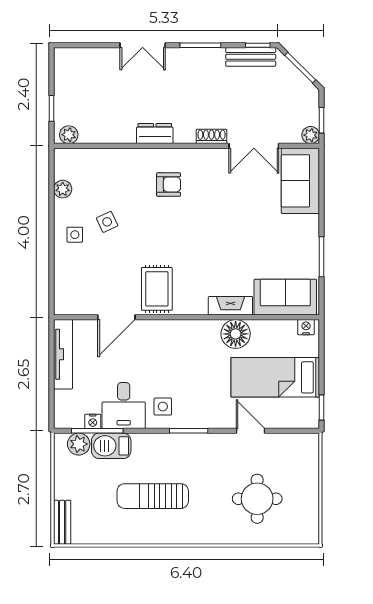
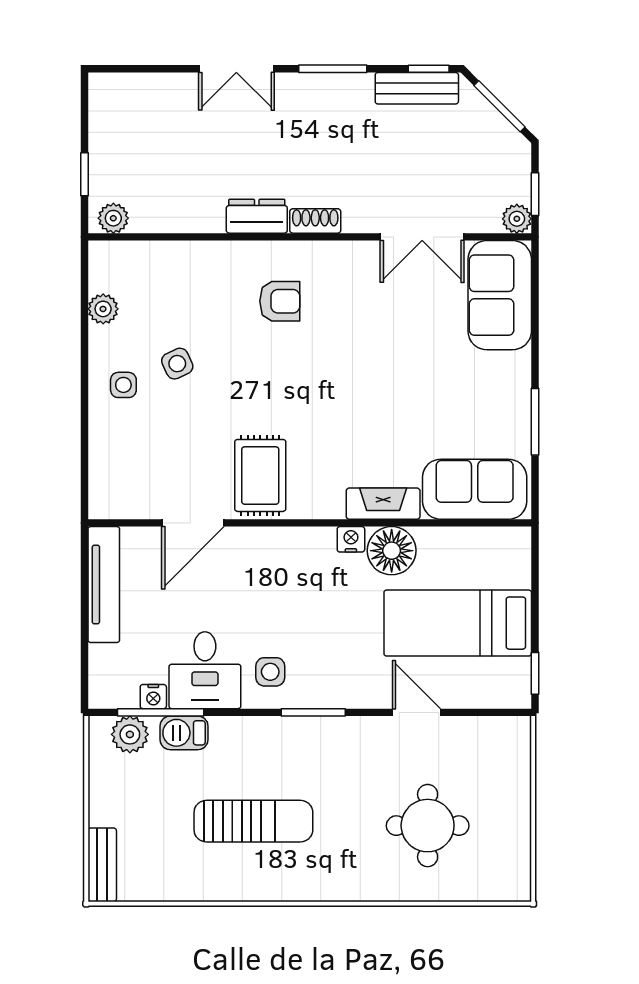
shoe rack: (212, 136) -> (315, 221), moved
nightstand: (306, 327) -> (351, 539), moved
barbecue: (111, 446) -> (184, 733), width x0.73, depth x0.79
sun lounger: (153, 496) -> (253, 821), turned 180

